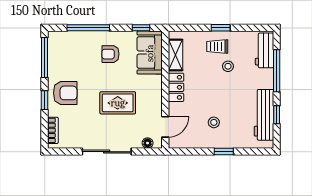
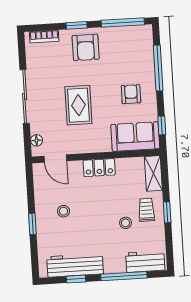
shelving: (176, 55) -> (153, 173), moved, turned 90

